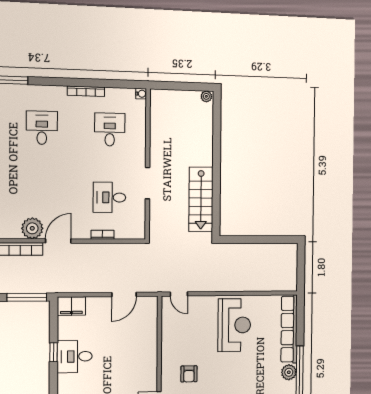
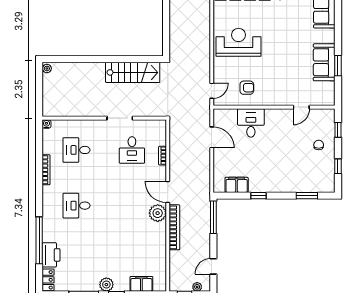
filing cabinet: (71, 306) -> (237, 185), moved, turned -90
desk: (75, 356) -> (251, 123), moved, turned 180
armchair: (189, 374) -> (247, 88), moved

